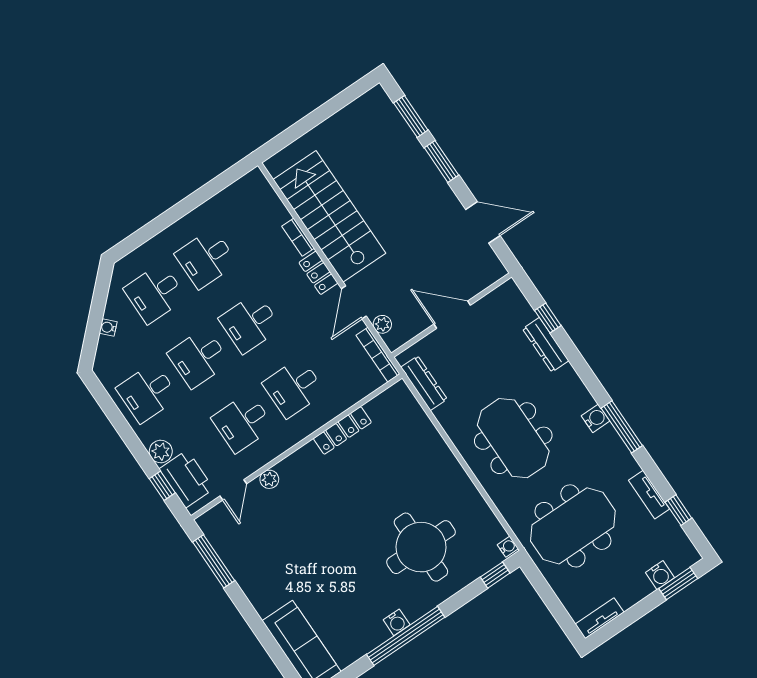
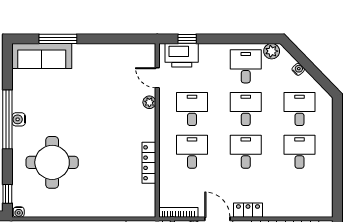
bookcase: (298, 237) -> (276, 212), removed
plant: (161, 452) -> (272, 51), moved
window: (214, 561) -> (58, 39), moved

